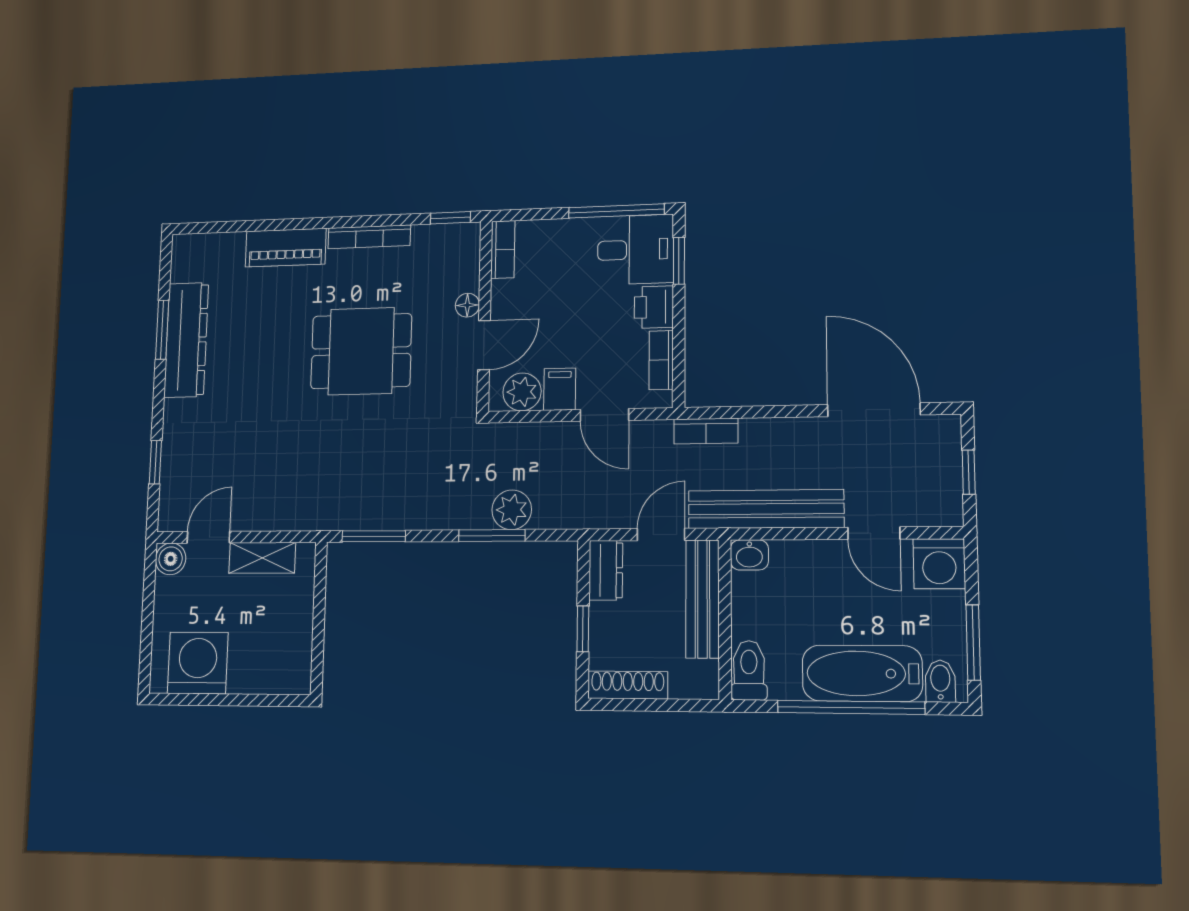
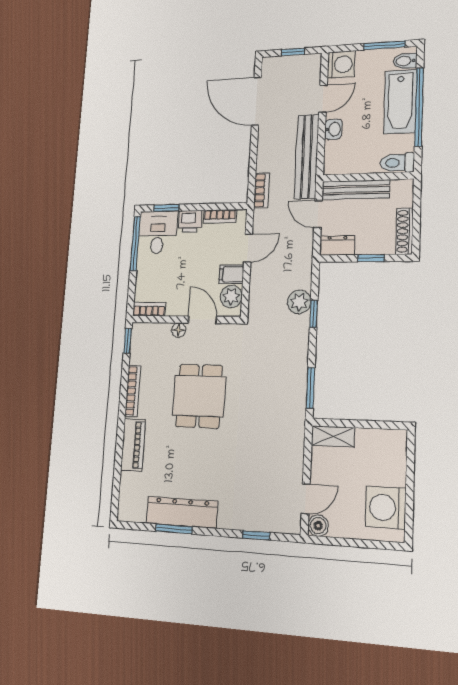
door: (874, 410) -> (256, 101), hinge flipped
window: (492, 536) -> (314, 314), width x0.67
door: (208, 537) -> (306, 499), swing flipped
washbasin: (749, 555) -> (333, 129), moved
shelving: (262, 558) -> (333, 436), moved, turned 90

